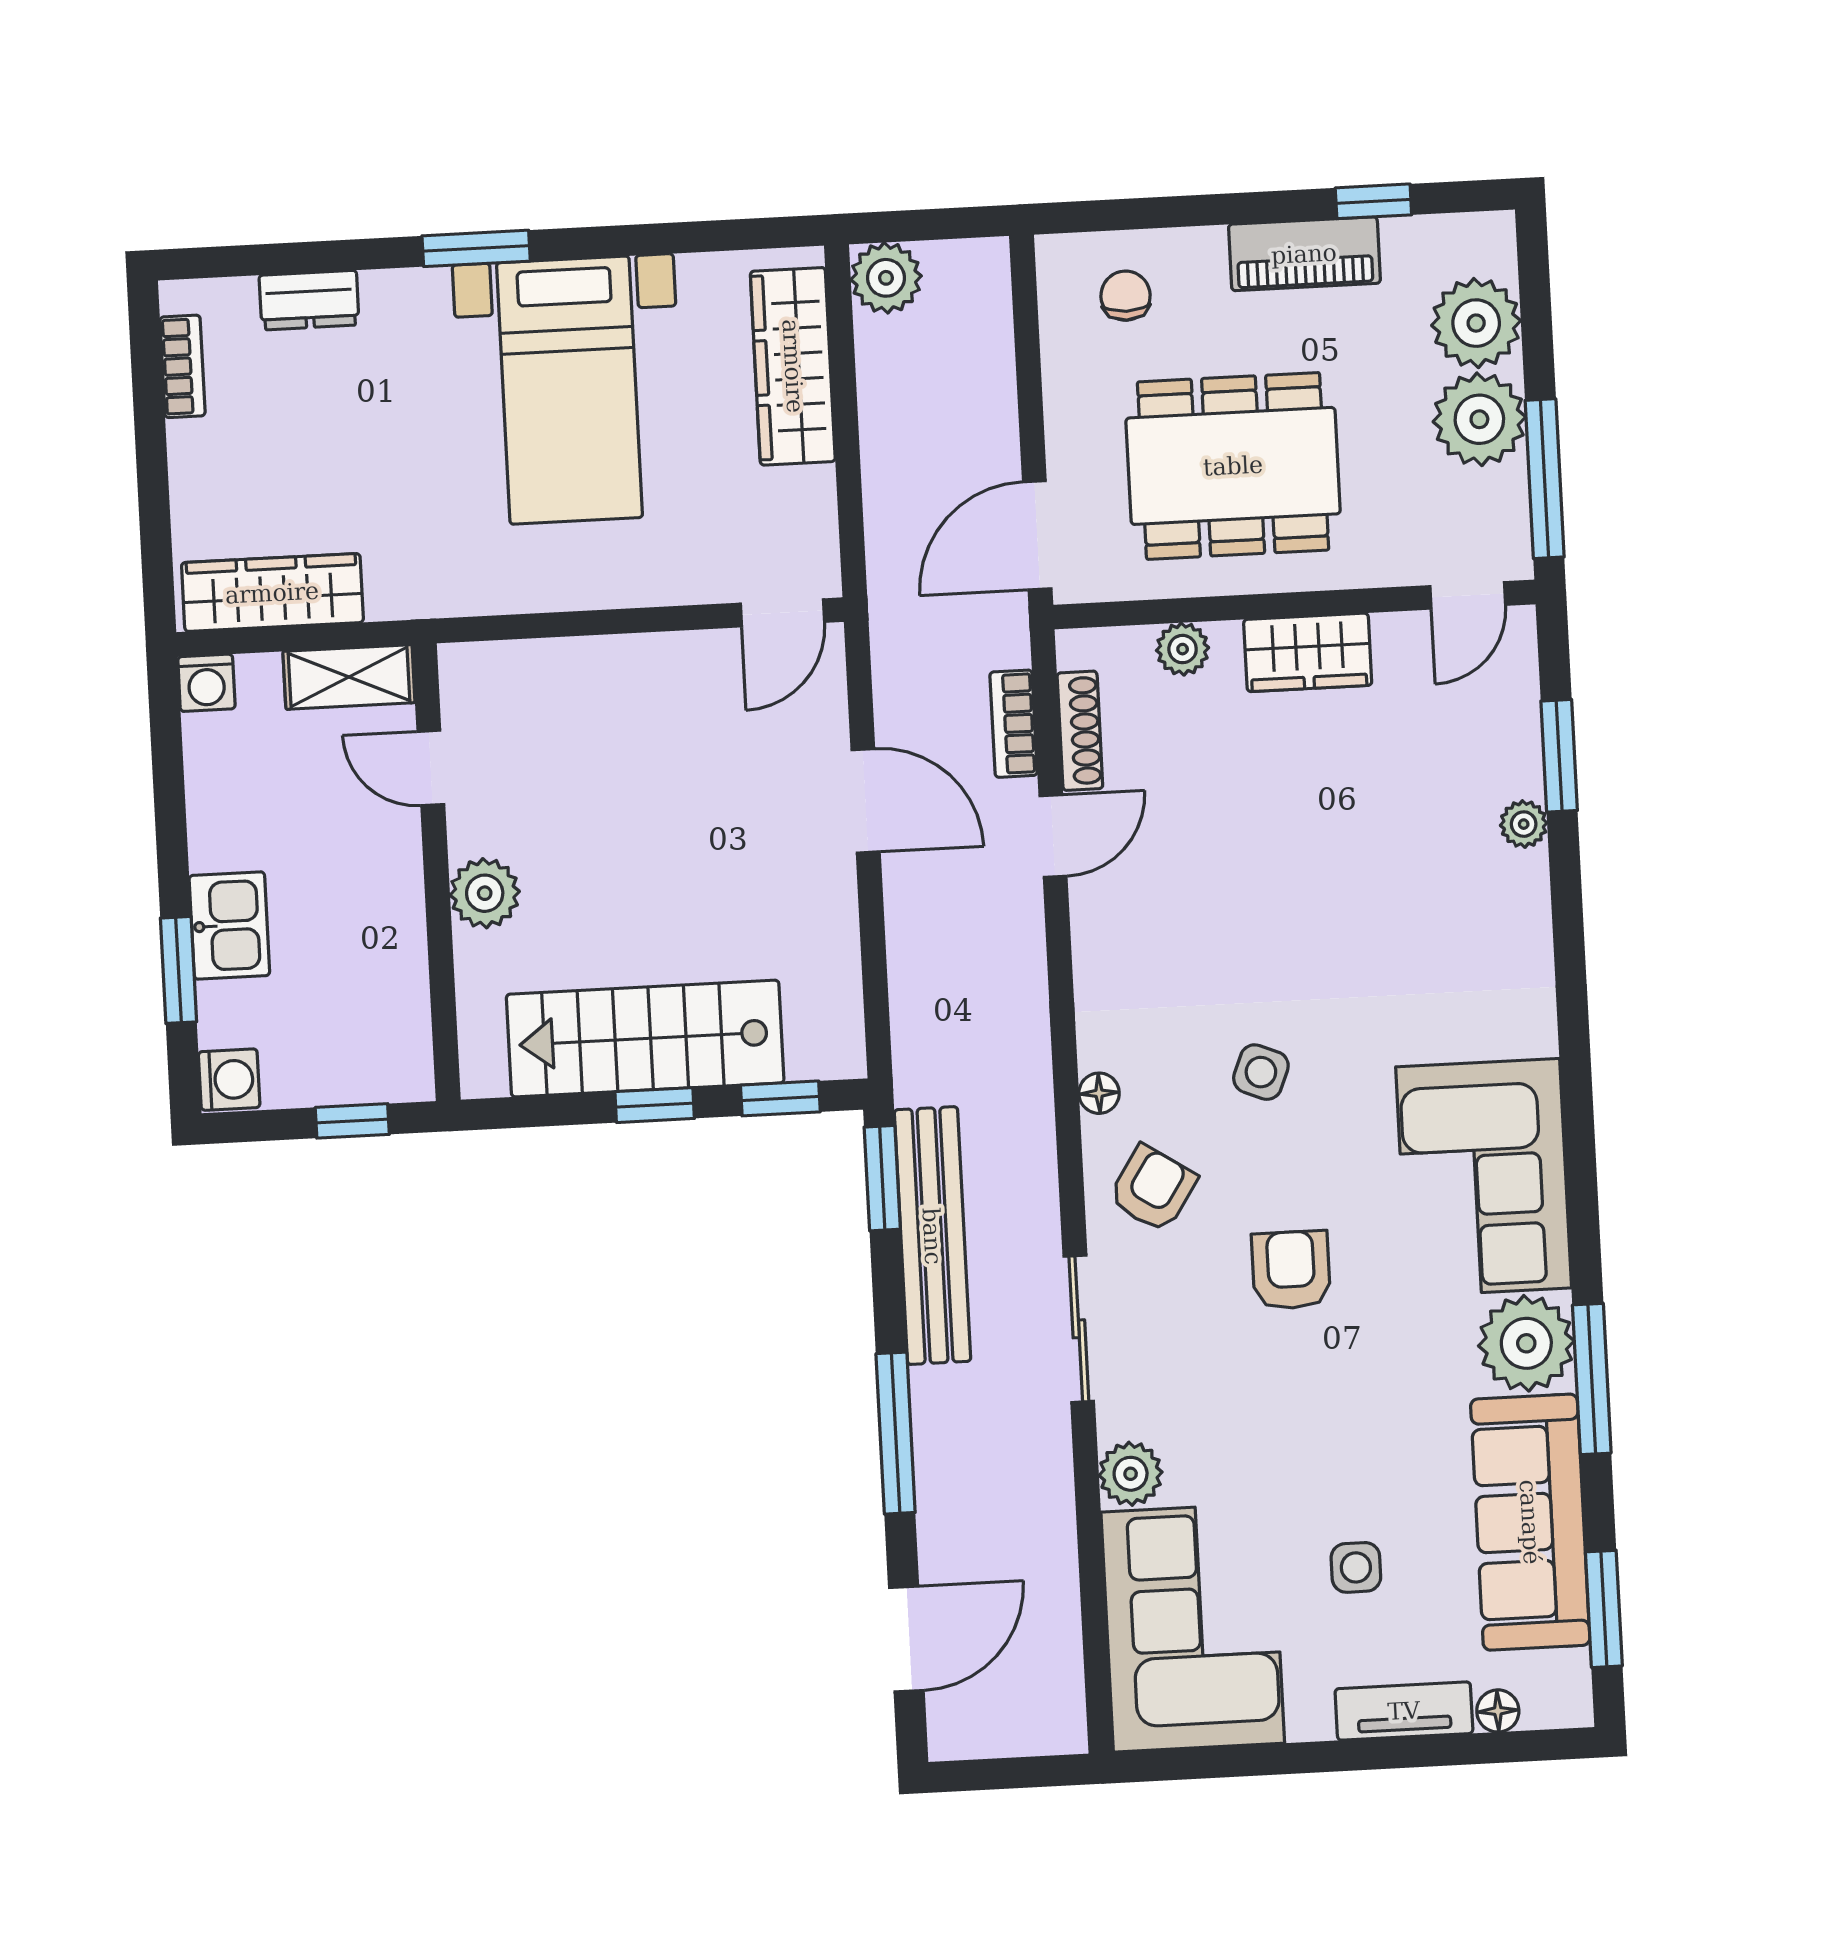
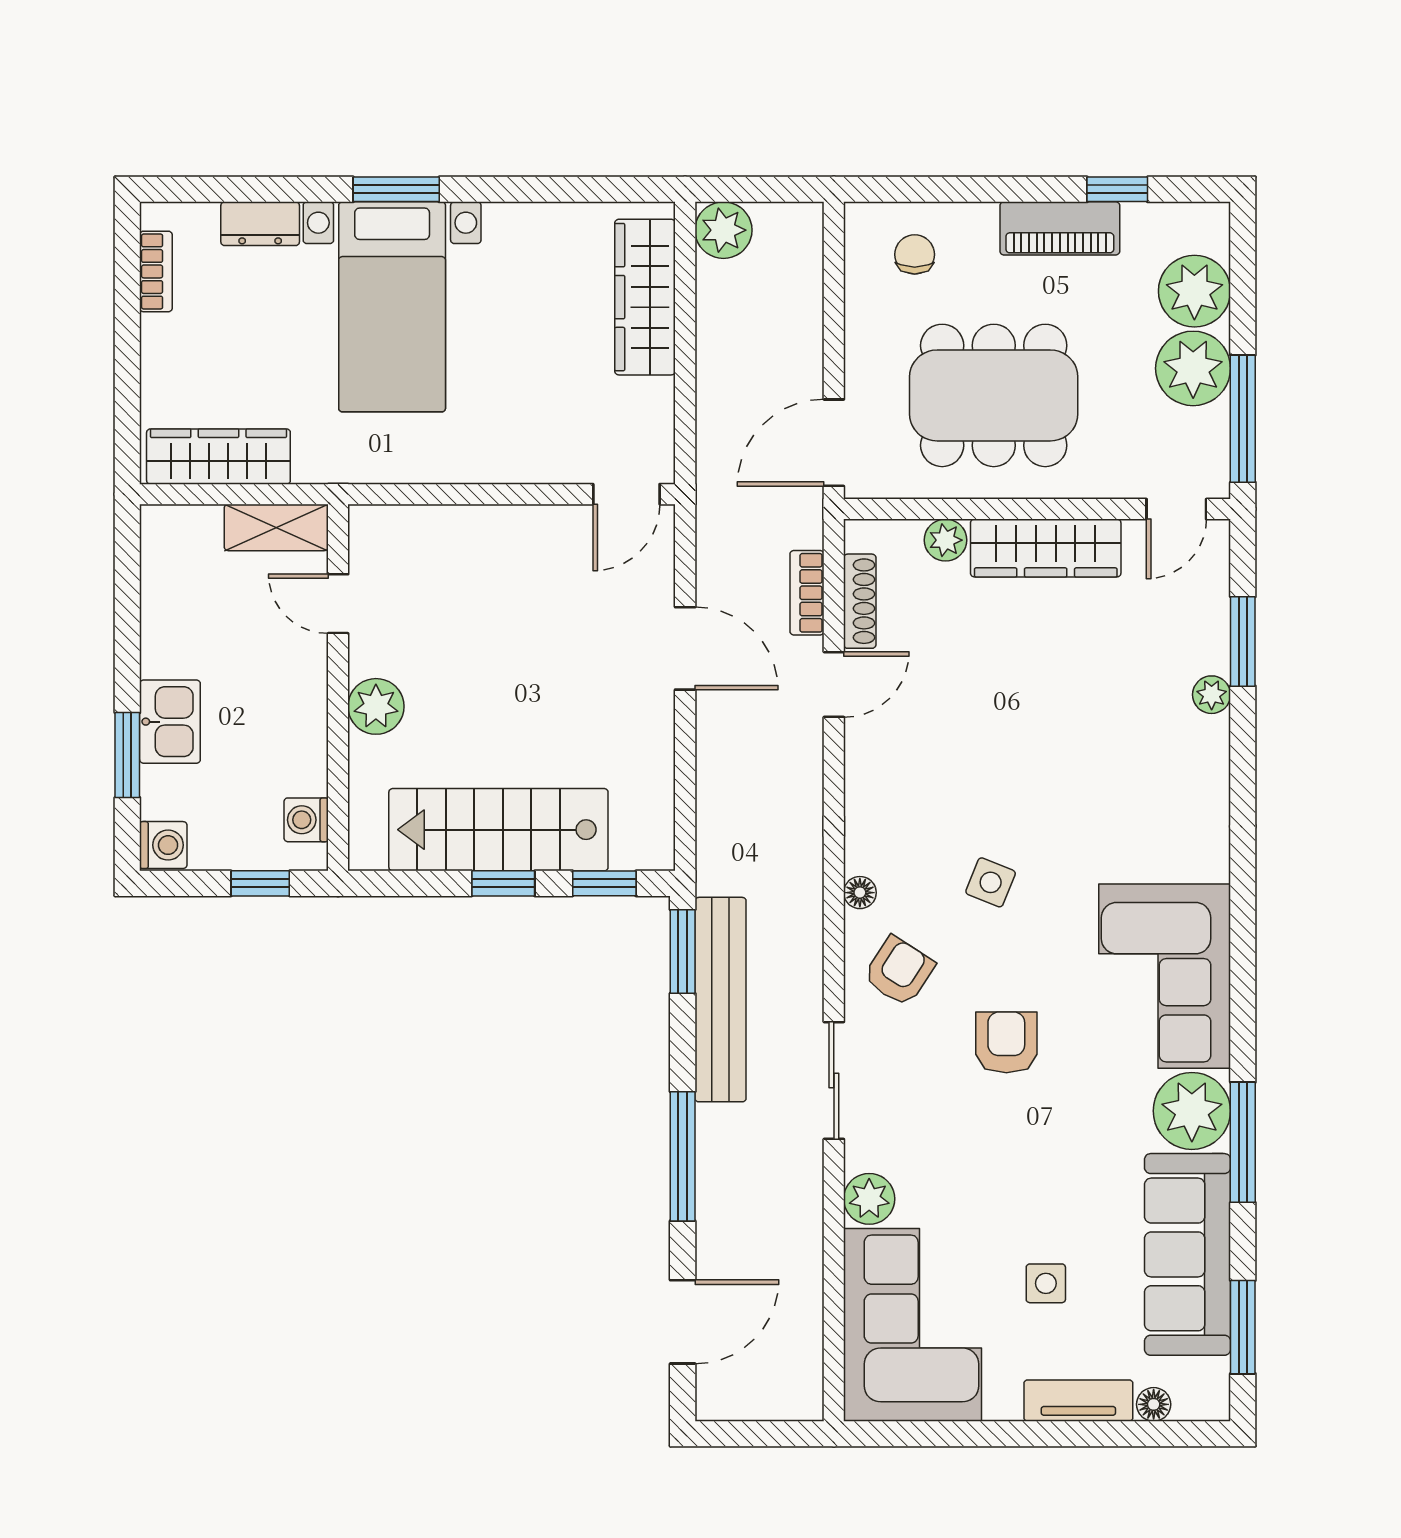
bed with nightstands: (570, 390) -> (392, 307), moved
wardrobe: (1308, 652) -> (1046, 548), width x1.50
washing machine: (206, 683) -> (306, 820), moved, turned 90

